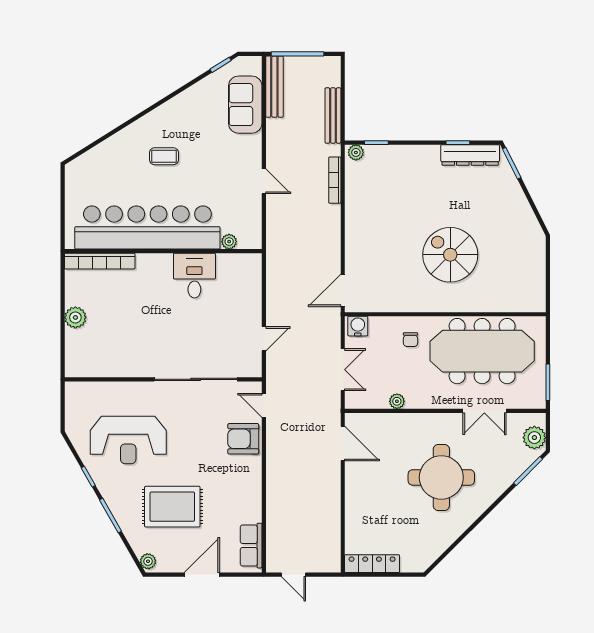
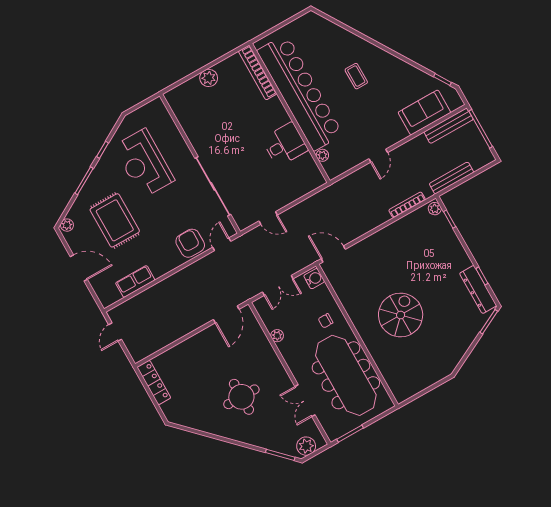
round table: (441, 477) -> (241, 397), width x0.73, depth x0.73
row of seats: (251, 546) -> (135, 281), moved

